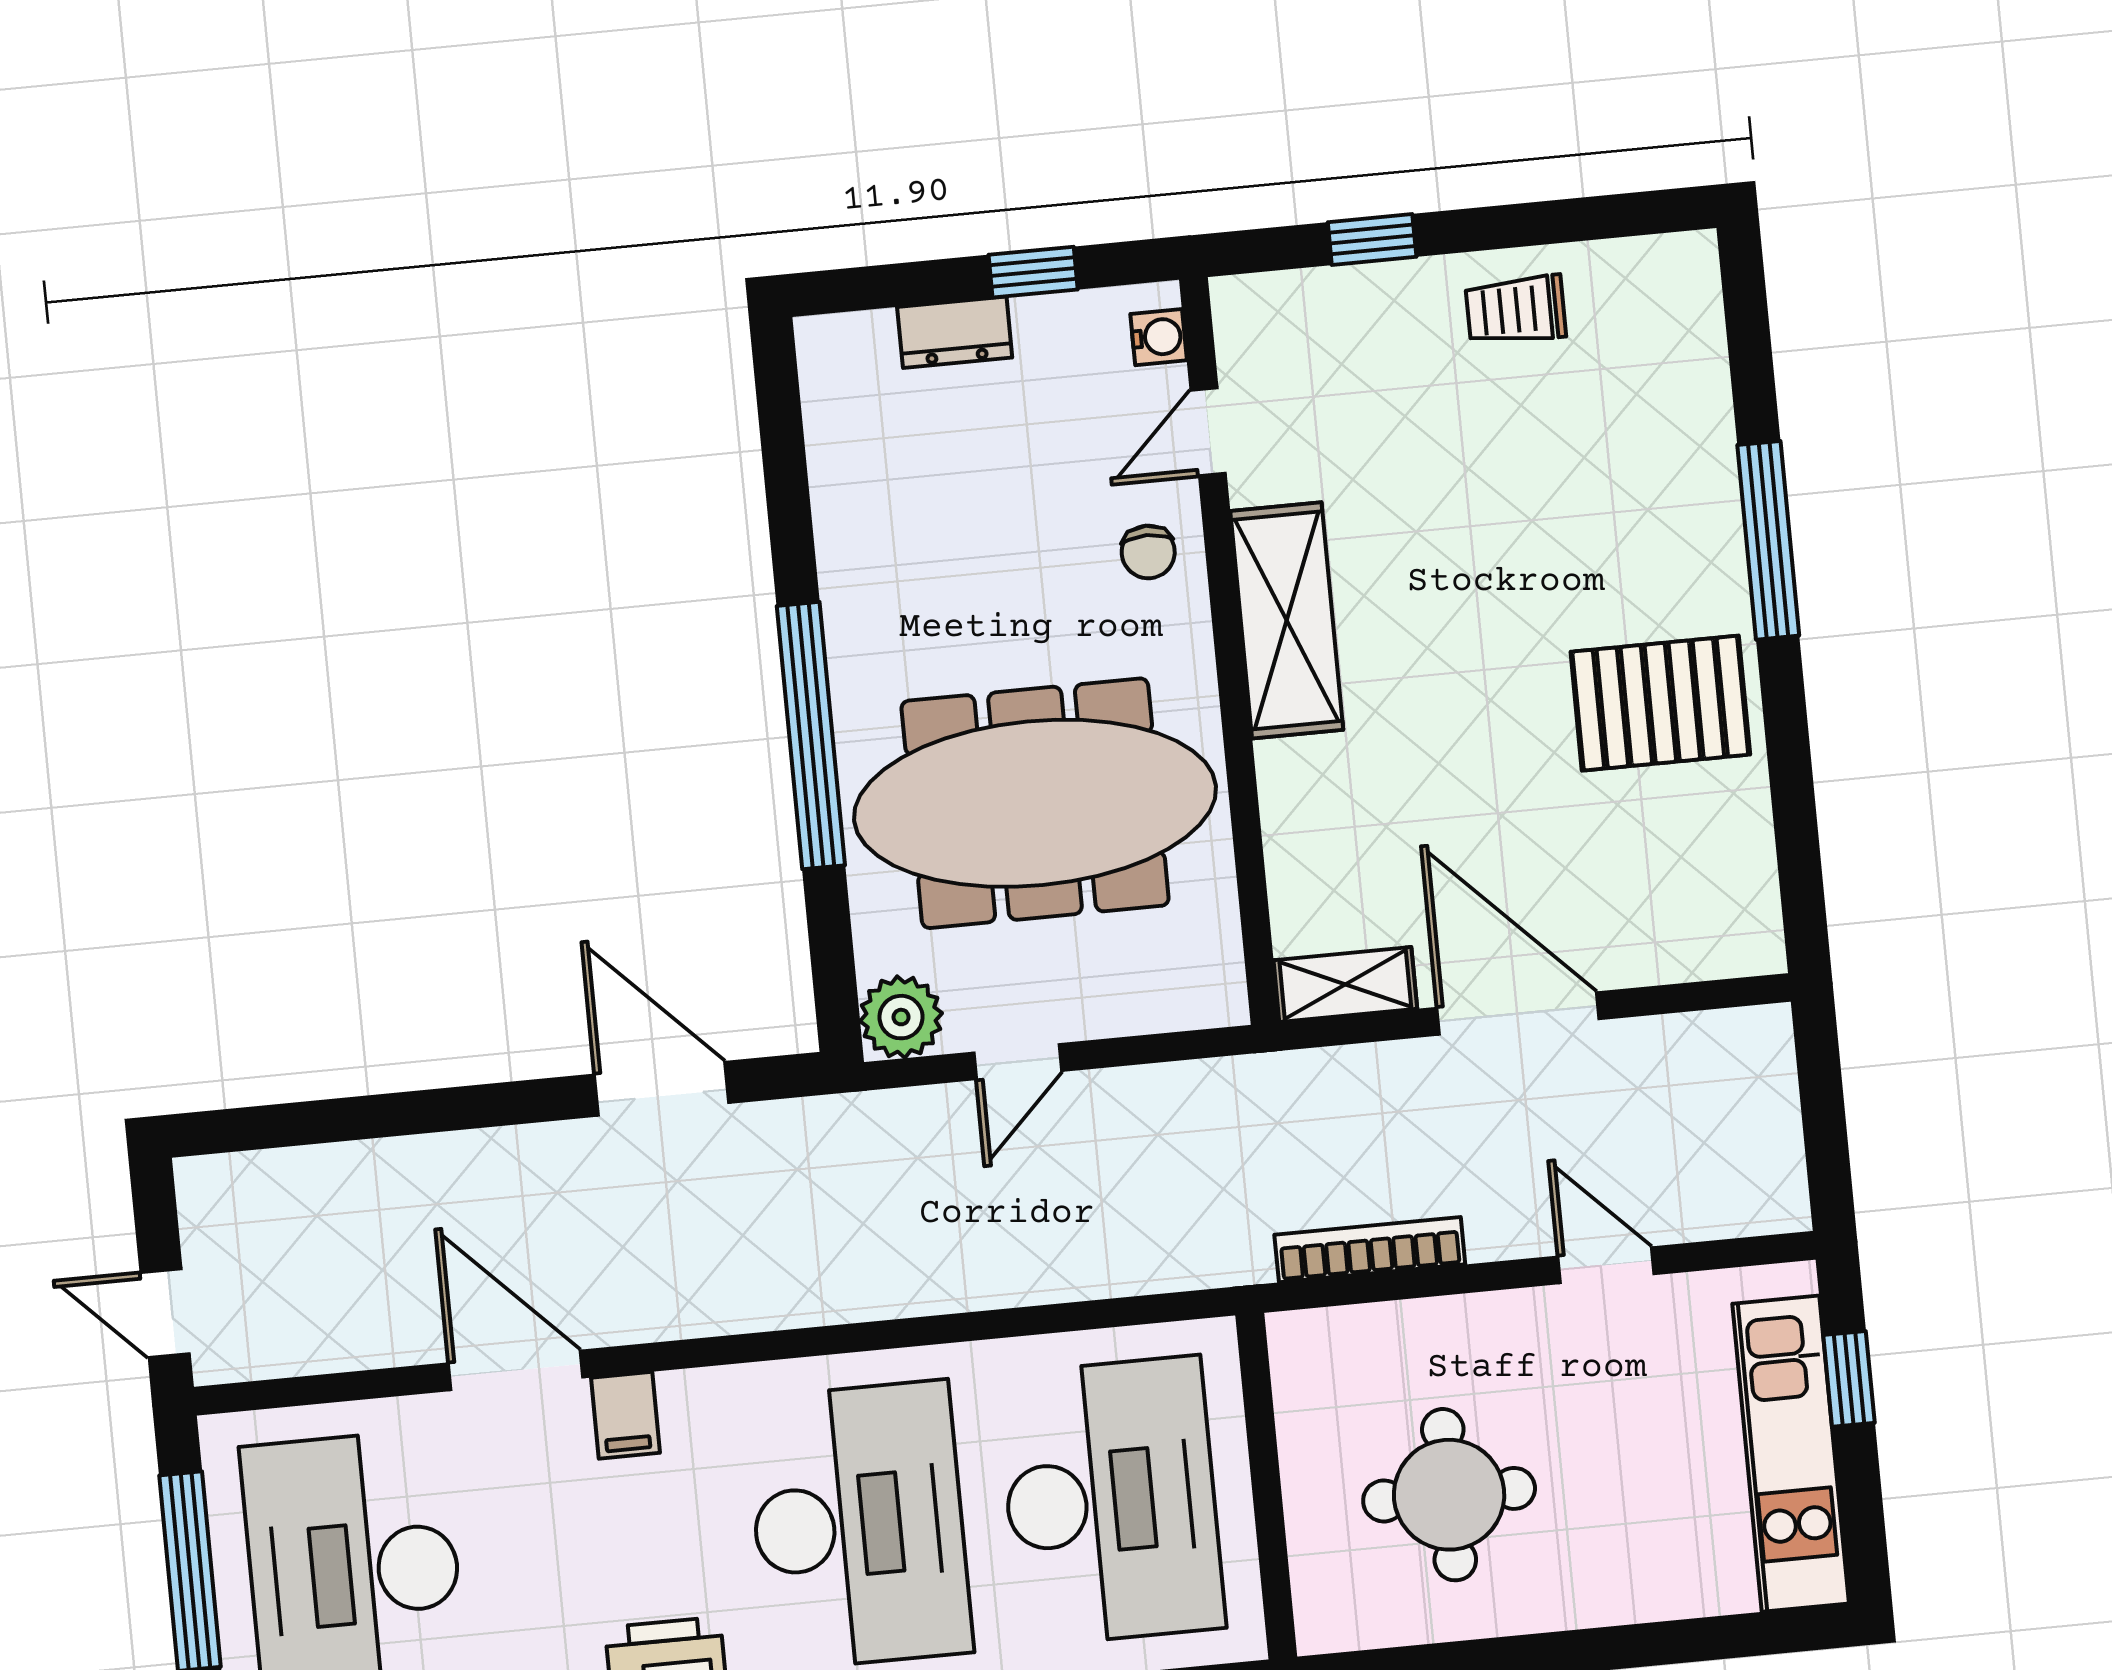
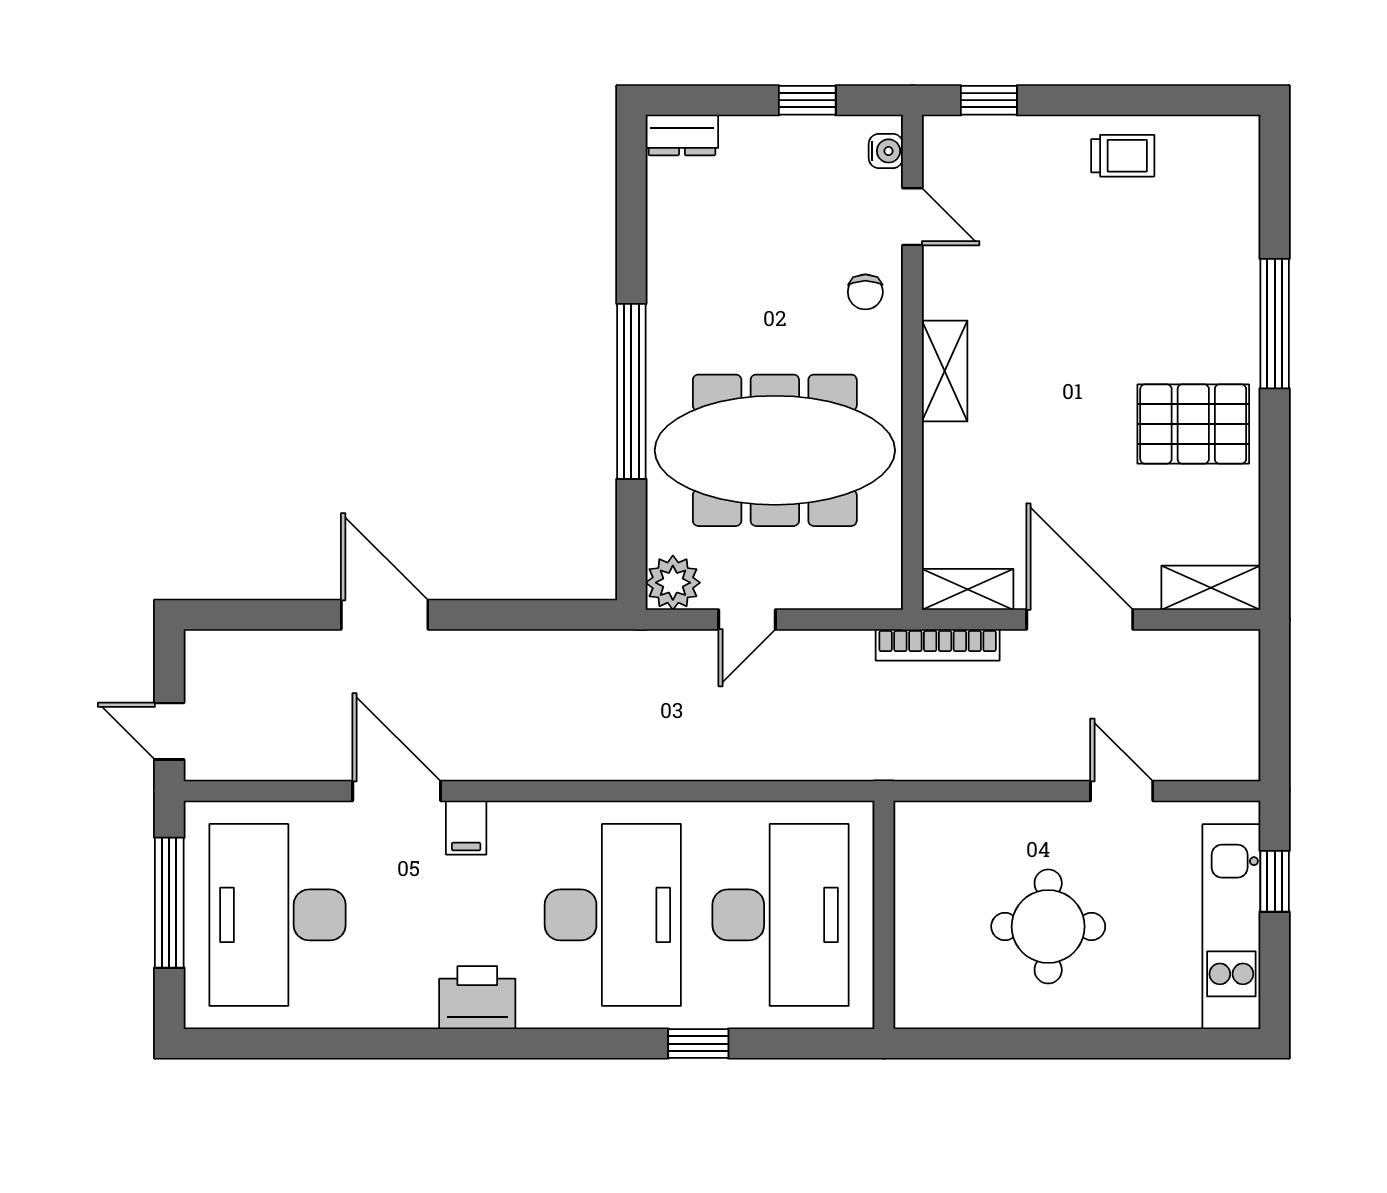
window: (1372, 239) -> (989, 100), moved
trolley: (1516, 310) -> (1123, 156), turned 180
dresser: (955, 332) -> (682, 135), moved
door: (1208, 432) -> (912, 217), swing flipped
shelving: (1287, 620) -> (945, 371), width x0.67, depth x0.75
shelving: (1711, 947) -> (1211, 588), added
door: (662, 1089) -> (385, 615), moved
bookcase: (1370, 1250) -> (938, 645), moved, turned 180
round table: (1449, 1495) -> (1048, 926), moved

